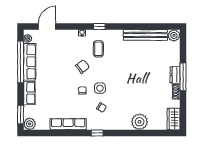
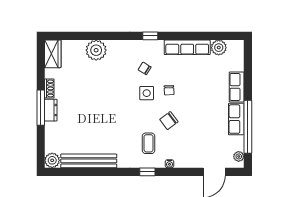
row of seats: (30, 62) -> (236, 119), width x0.68
window: (21, 115) -> (248, 59), removed
plant: (30, 124) -> (219, 48), moved

